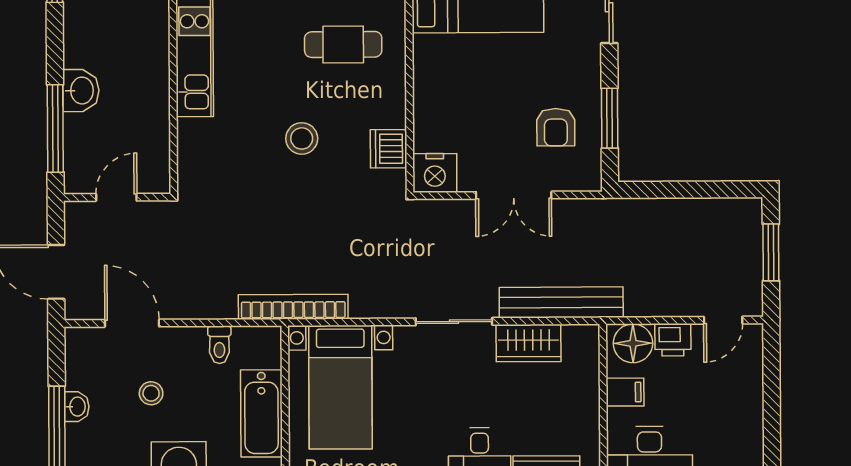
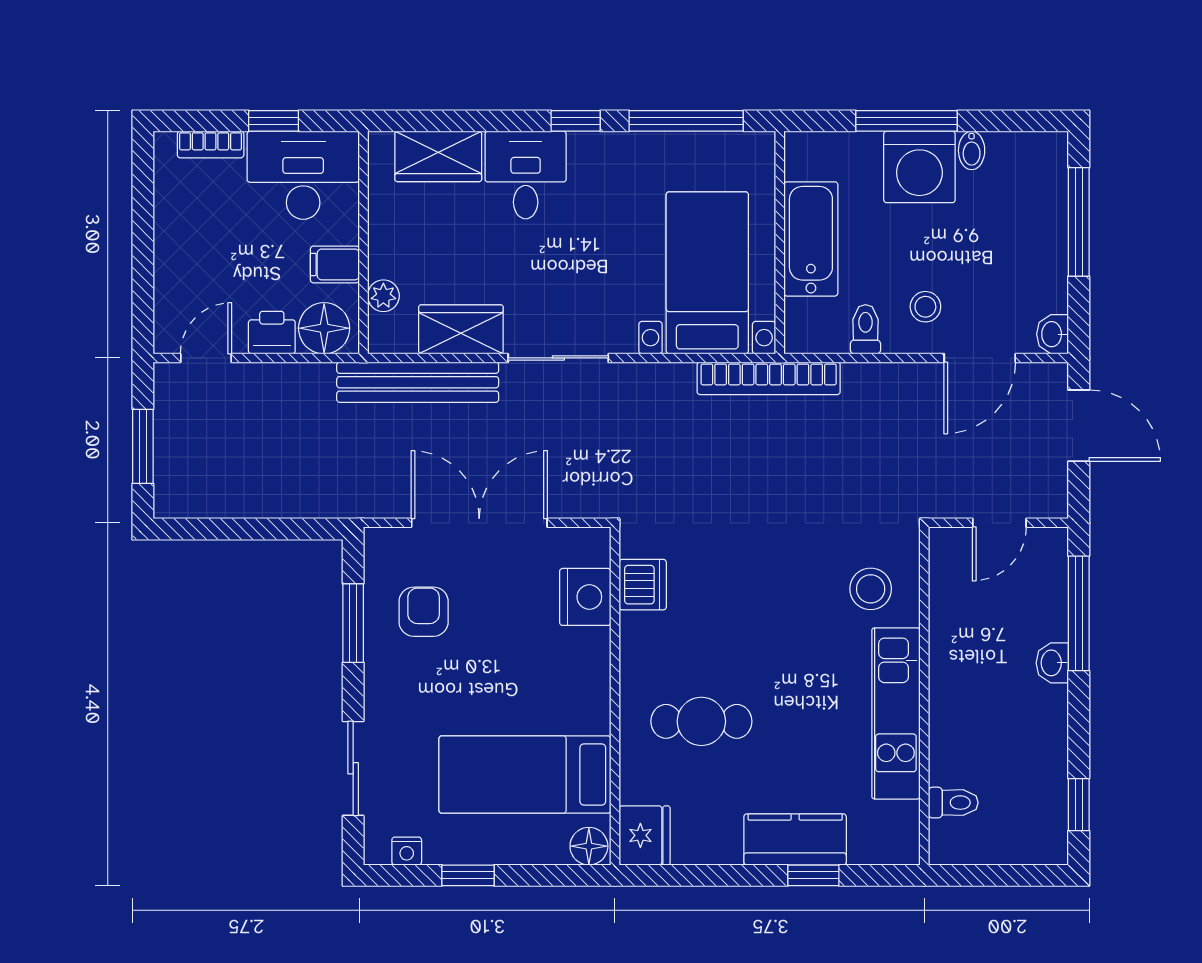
washbasin: (81, 91) -> (1052, 663), width x0.72, depth x0.69
stool: (302, 138) -> (871, 589), moved
nightstand: (435, 173) -> (585, 597), moved, turned 90
double door: (514, 195) -> (479, 523), width x1.37
door: (132, 323) -> (980, 358), hinge flipped
plant: (588, 368) -> (383, 296), added
stool: (151, 393) -> (925, 307), moved
washbasin: (77, 407) -> (1053, 334), moved

